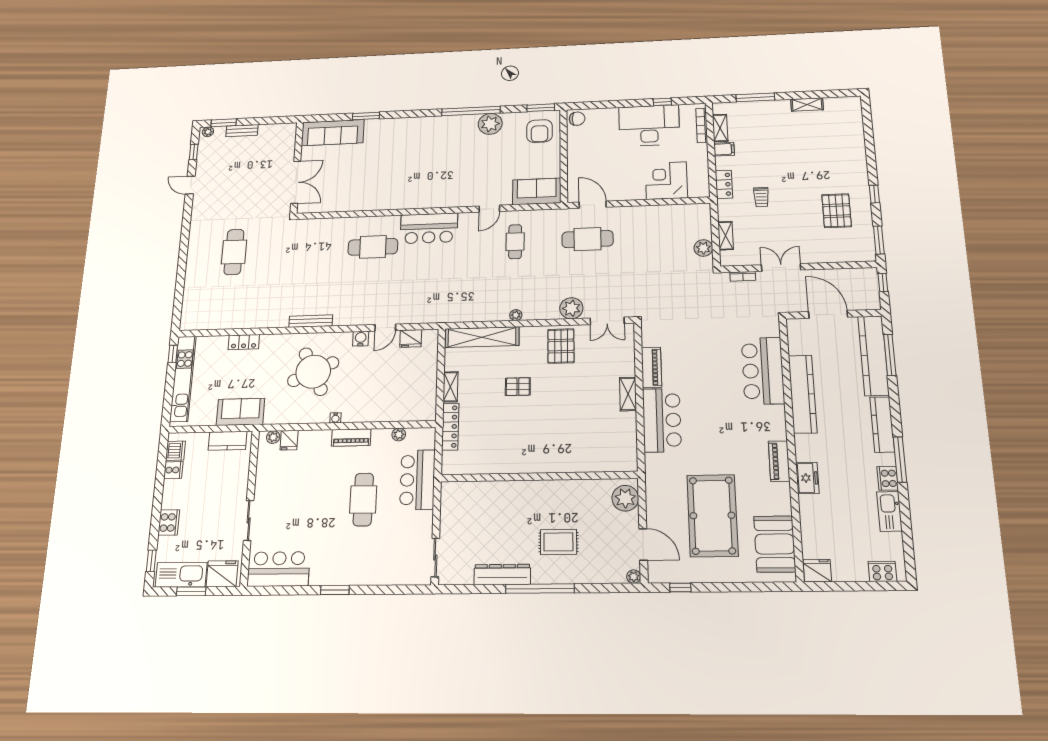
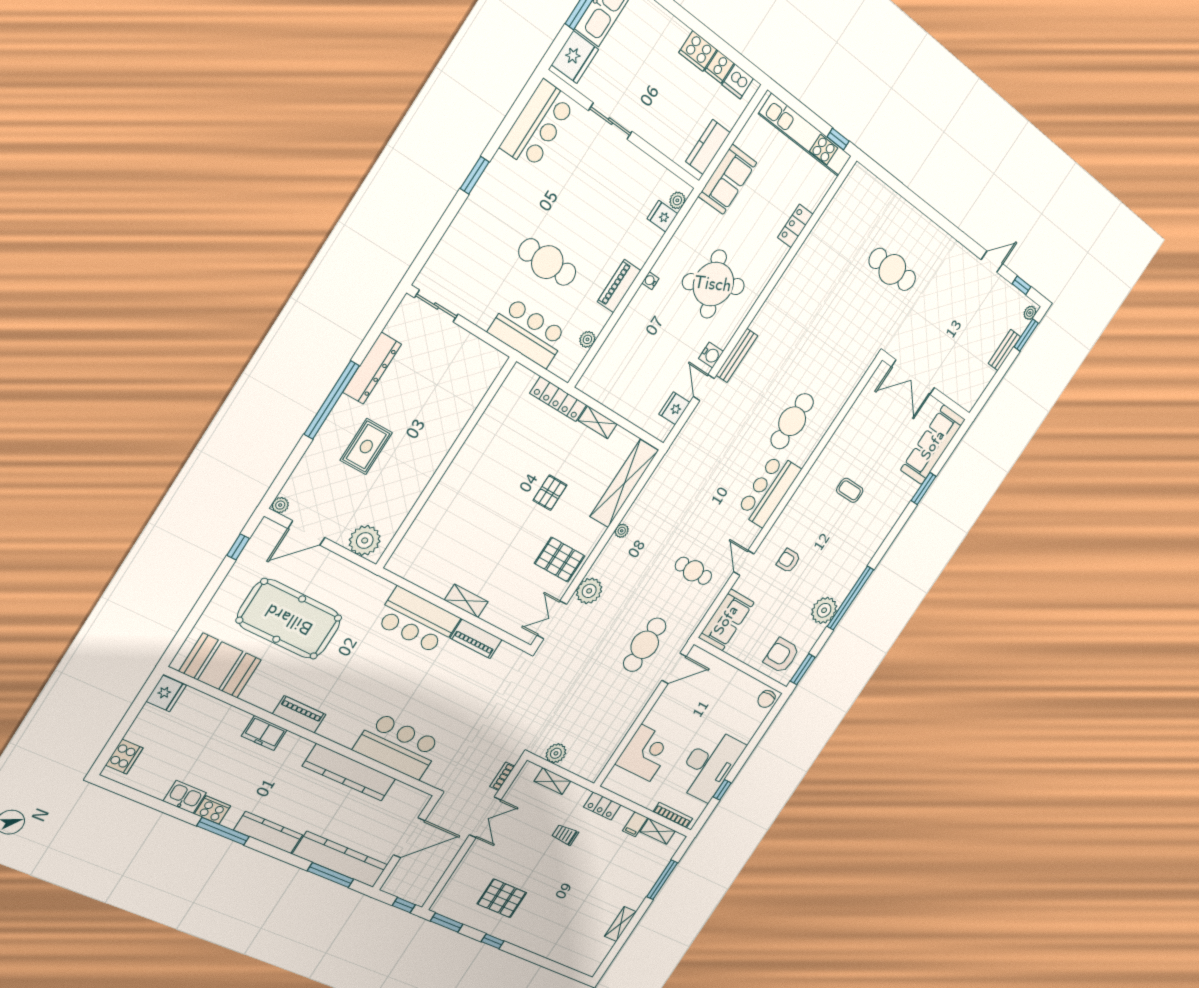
coffee table: (397, 169) -> (850, 490), added
armchair: (470, 177) -> (788, 561), added
bench: (311, 321) -> (737, 355), moved
kitchen sink: (889, 511) -> (185, 797), width x0.73
cooker: (169, 522) -> (698, 51), moved

